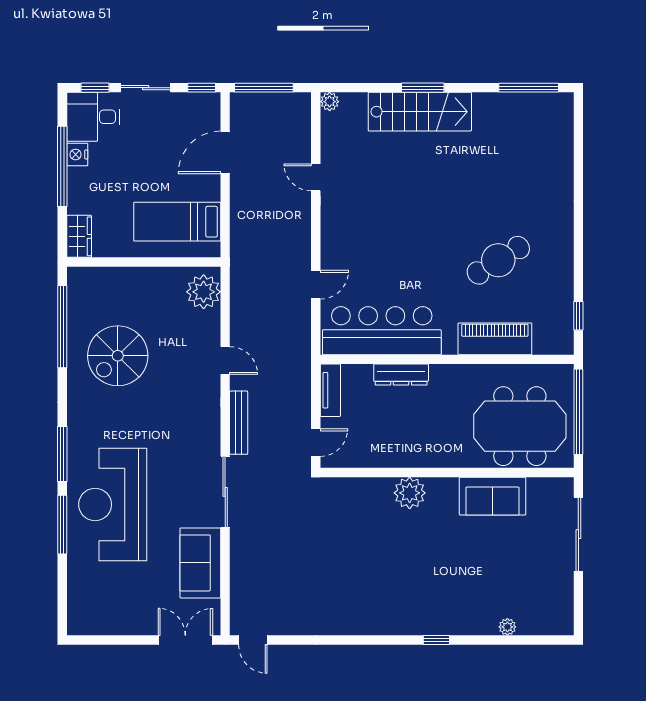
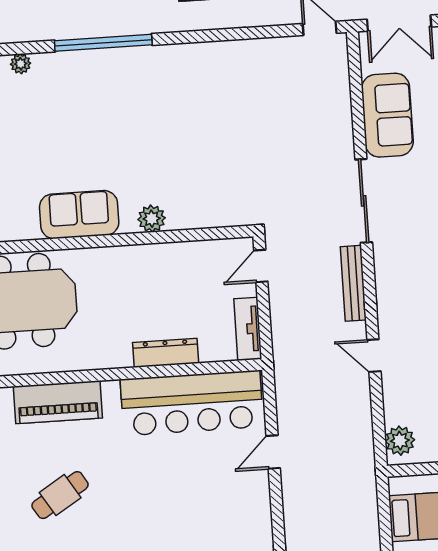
cafe table: (498, 260) -> (60, 495), width x0.73, depth x0.74
plant: (204, 292) -> (400, 441), width x0.73, depth x0.73
plant: (410, 493) -> (152, 219), width x0.73, depth x0.73
sofa: (492, 496) -> (79, 215), moved
window: (436, 640) -> (103, 43), width x3.17

